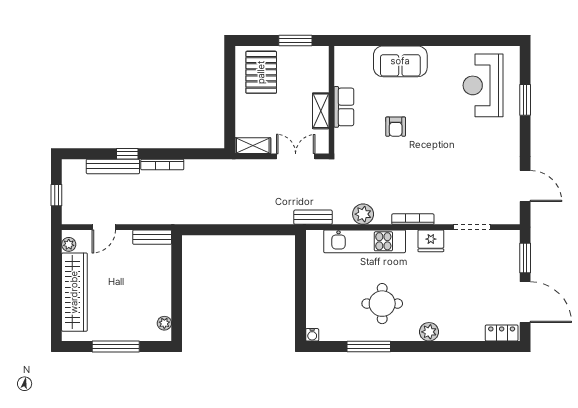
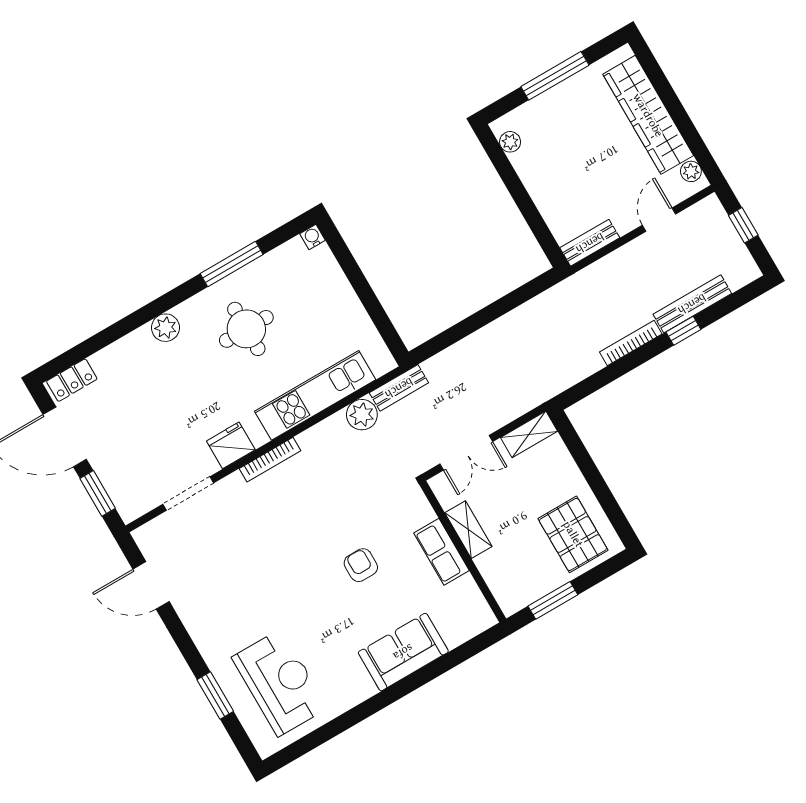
plant: (363, 214) -> (362, 415), moved

